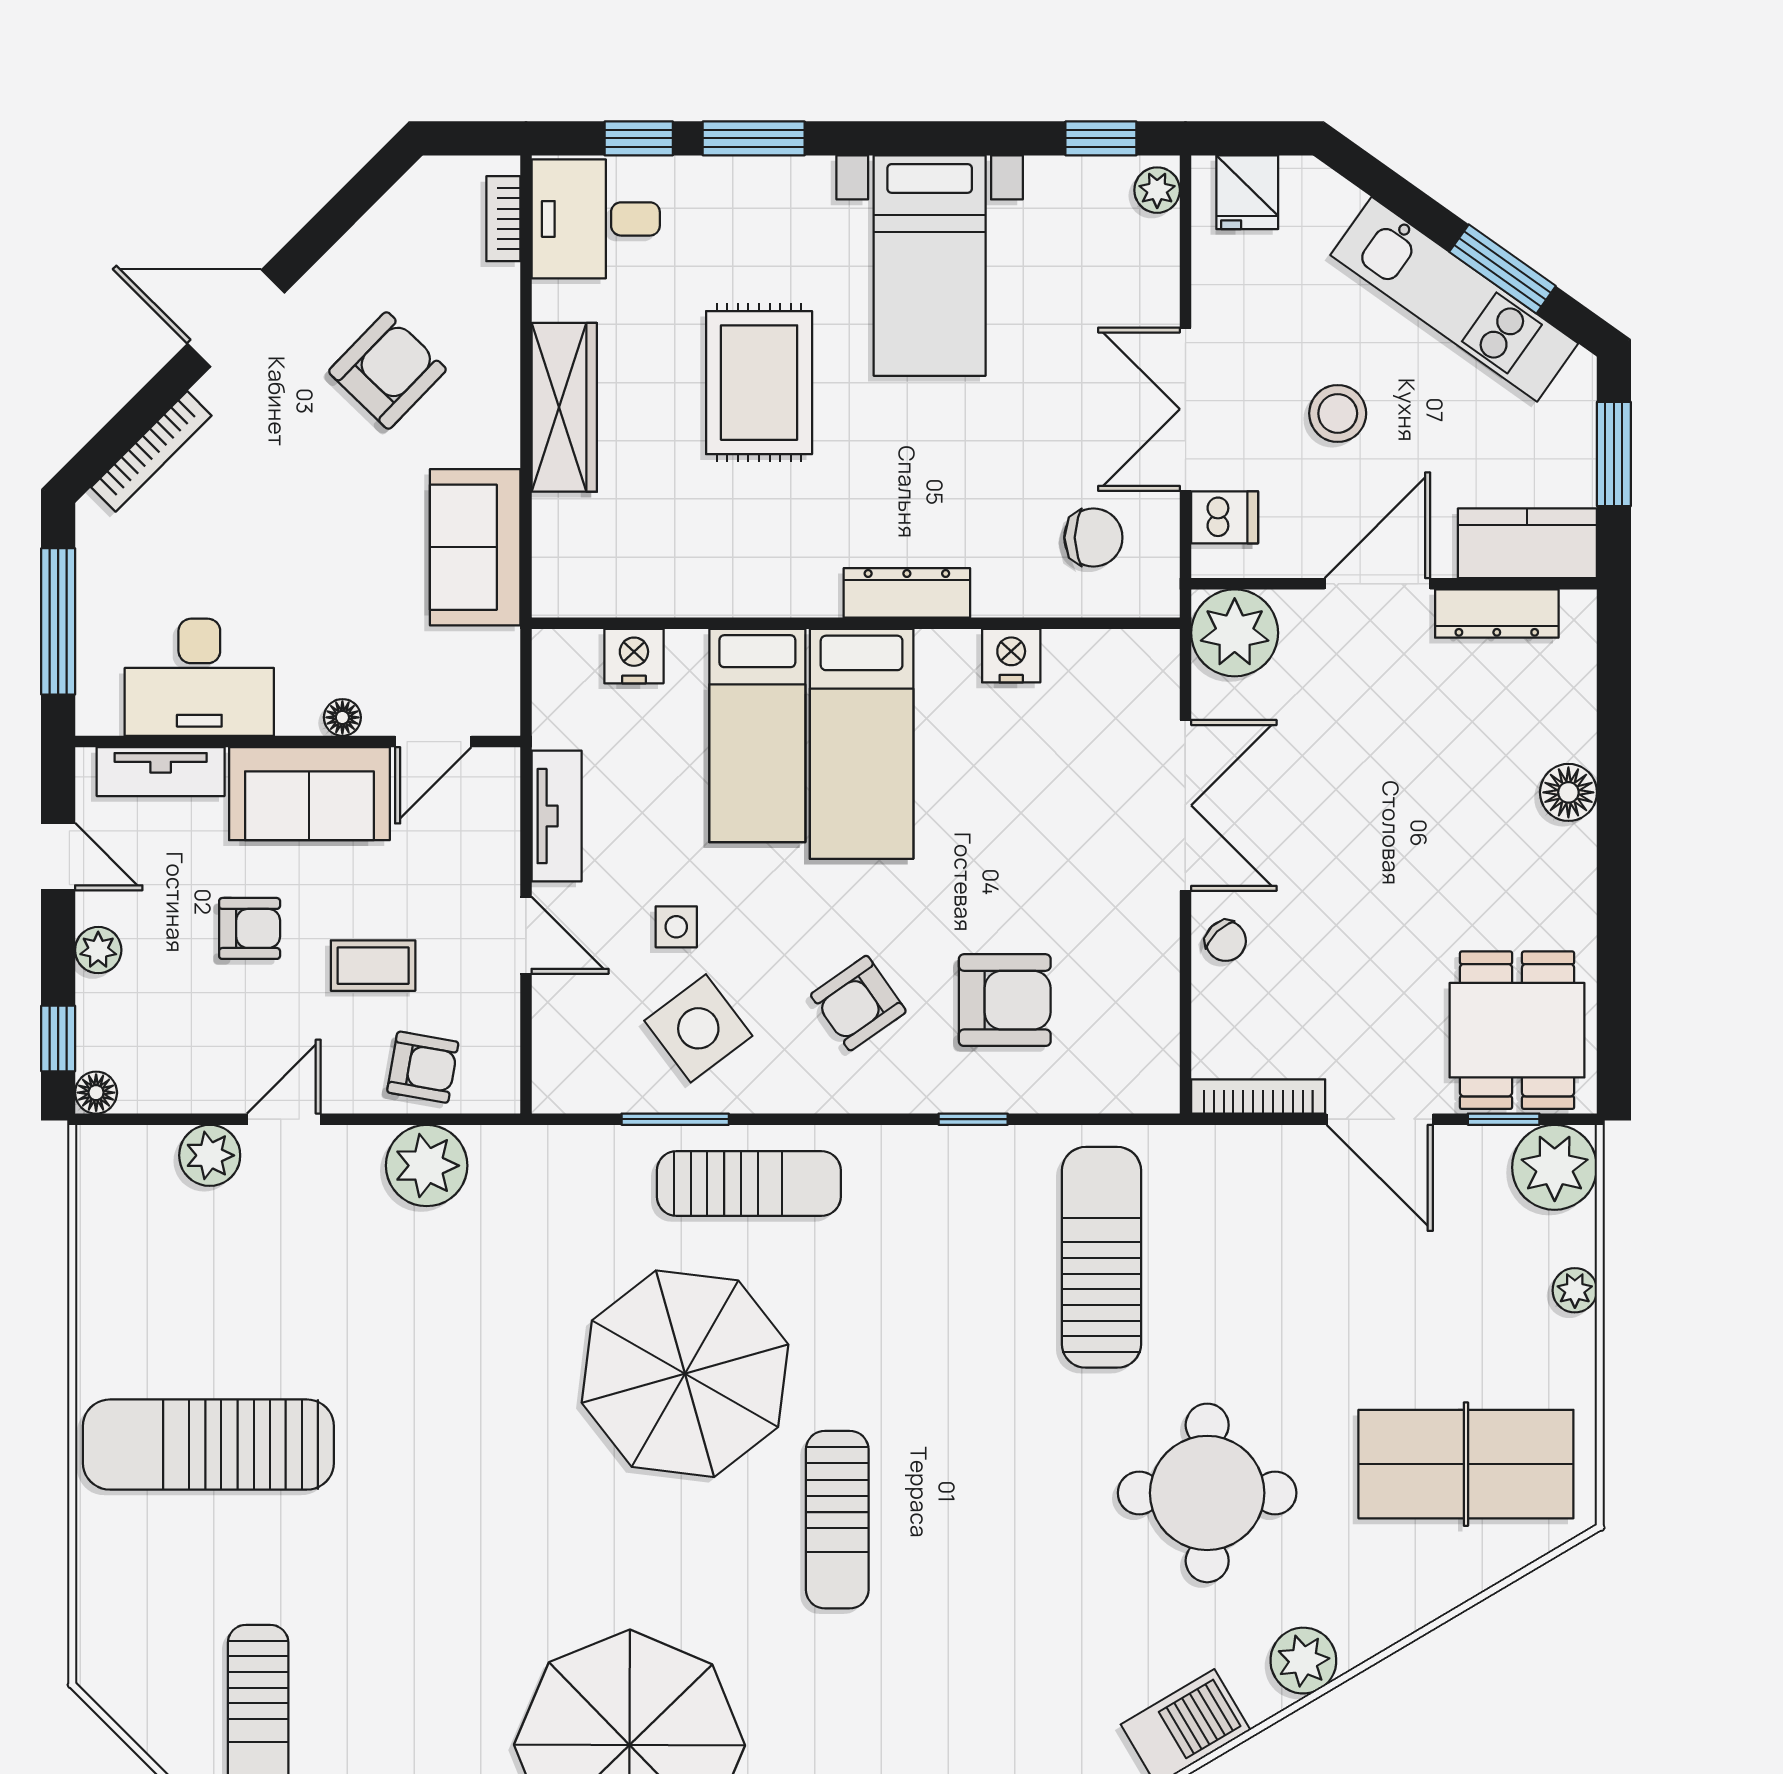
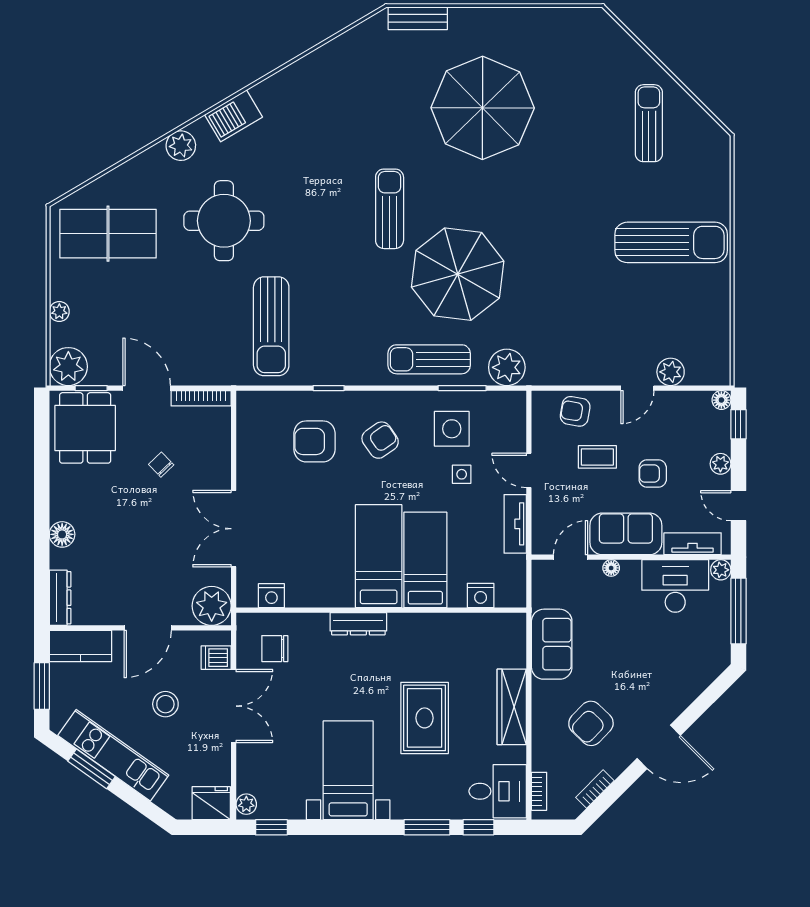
fridge: (1247, 192) -> (211, 803), width x1.38
bookcase: (151, 451) -> (595, 789), moved, width x0.64
dresser: (1497, 614) -> (60, 598), moved, turned 90
nightstand: (1011, 656) -> (271, 596), moved
plant: (98, 713) -> (721, 570), added
chair: (1226, 941) -> (161, 465), moved
side table: (698, 1028) -> (452, 429), turned 37
plant: (427, 1166) -> (507, 367), moved

